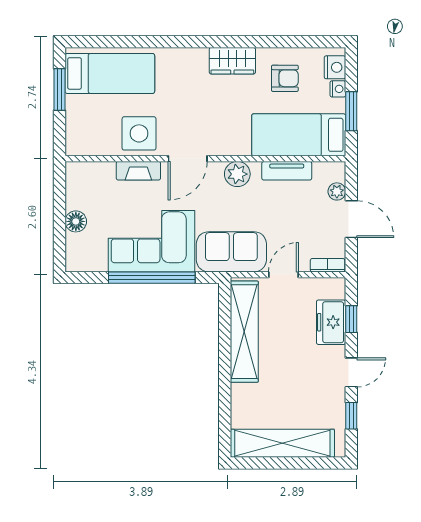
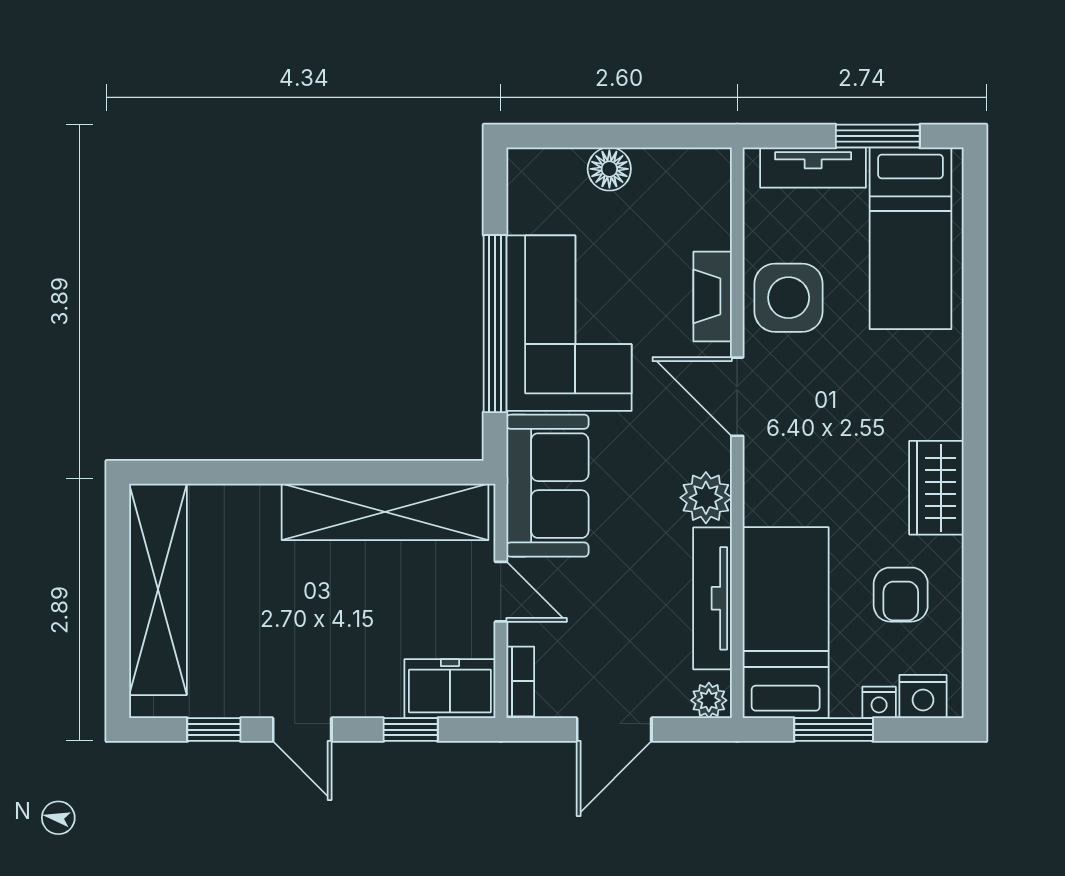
tv unit: (75, 121) -> (813, 168), added
tv unit: (287, 171) -> (713, 598), width x1.41
plant: (337, 191) -> (709, 700), moved
freezer: (331, 322) -> (450, 689), moved

